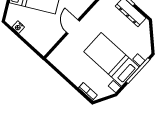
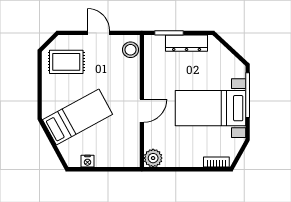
door: (73, 27) -> (142, 111), swing flipped
plant: (55, 58) -> (153, 158), added

